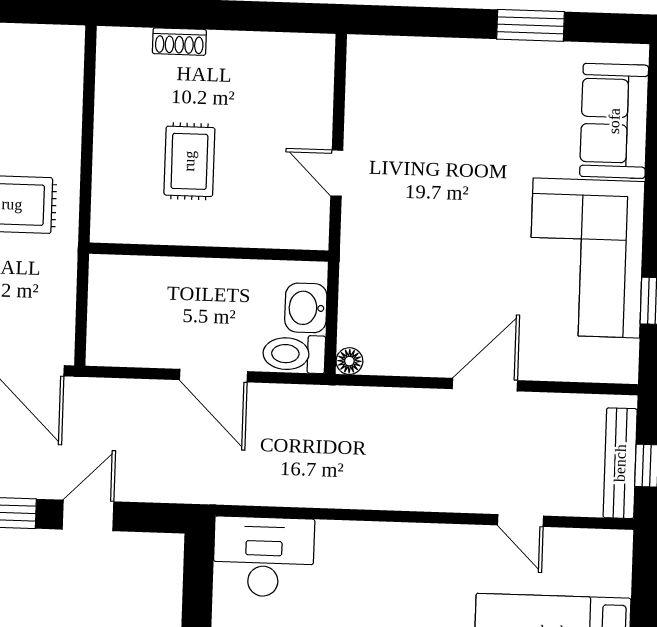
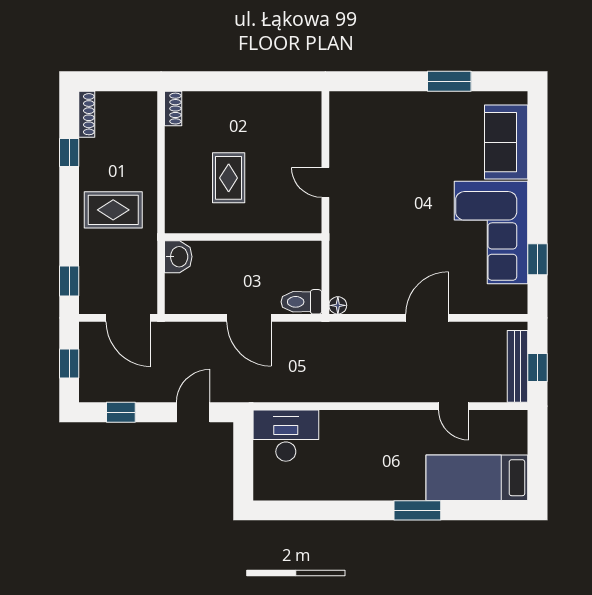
shoe rack: (179, 42) -> (173, 109), moved, turned -90
washbasin: (306, 308) -> (178, 257), moved, turned 180
door: (88, 515) -> (193, 412), moved

